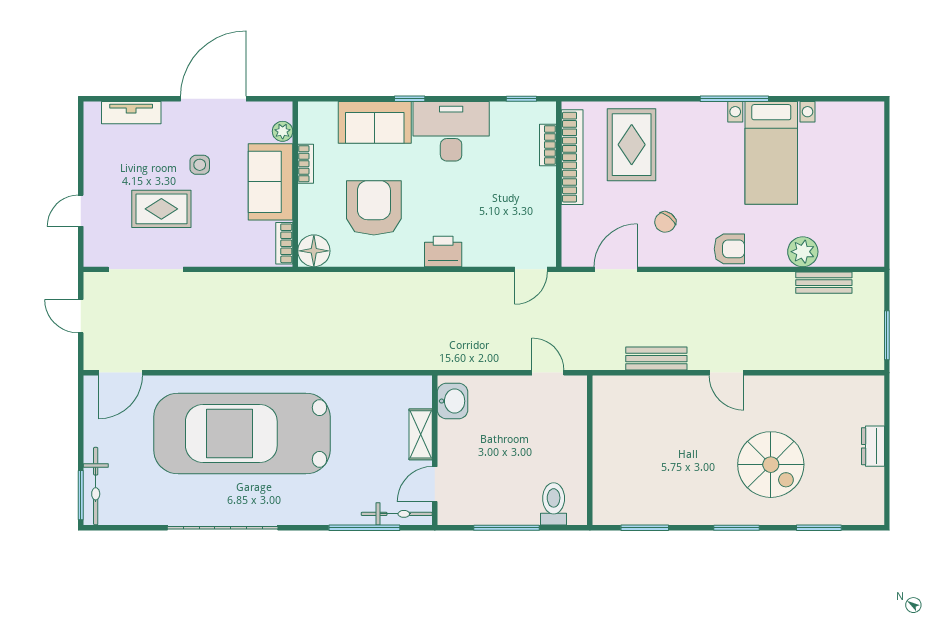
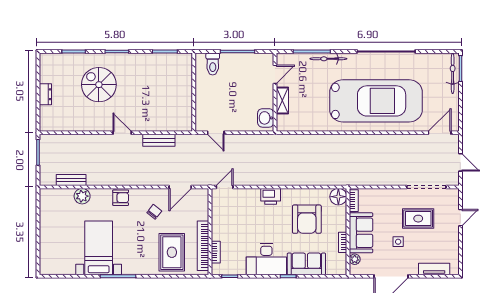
armchair: (729, 249) -> (121, 198), turned 180
bicycle: (397, 514) -> (328, 59), moved

